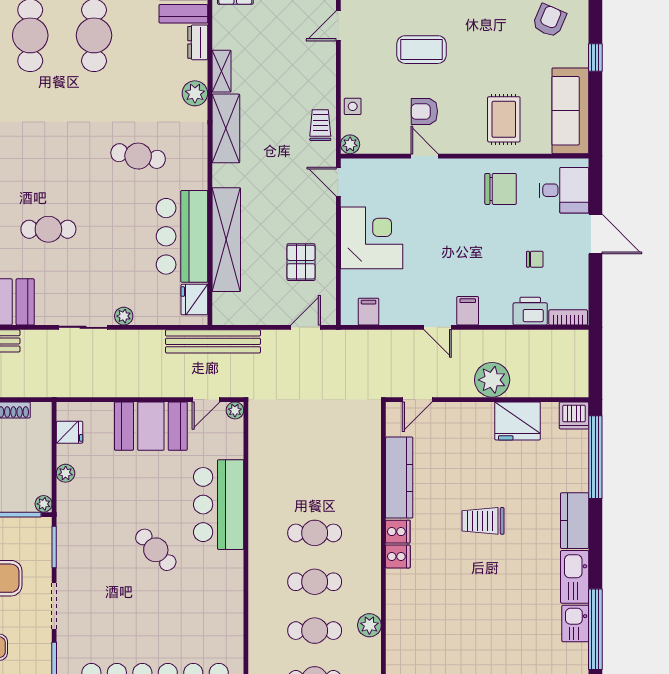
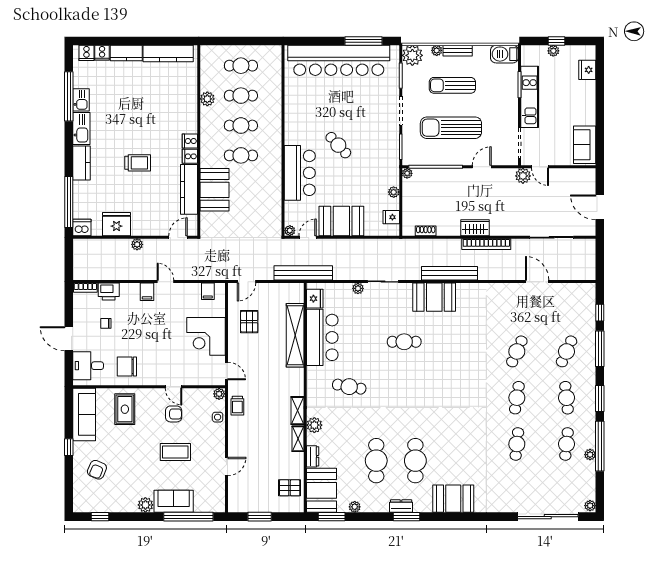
shelving: (226, 128) -> (297, 411), width x0.67, depth x0.75
plant: (492, 380) -> (137, 244), width x0.53, depth x0.53
booth: (358, 477) -> (214, 190), added

